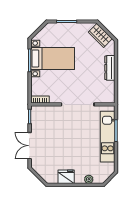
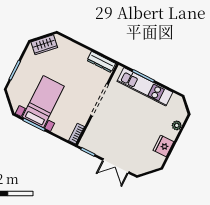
dresser: (110, 68) -> (101, 62), moved

